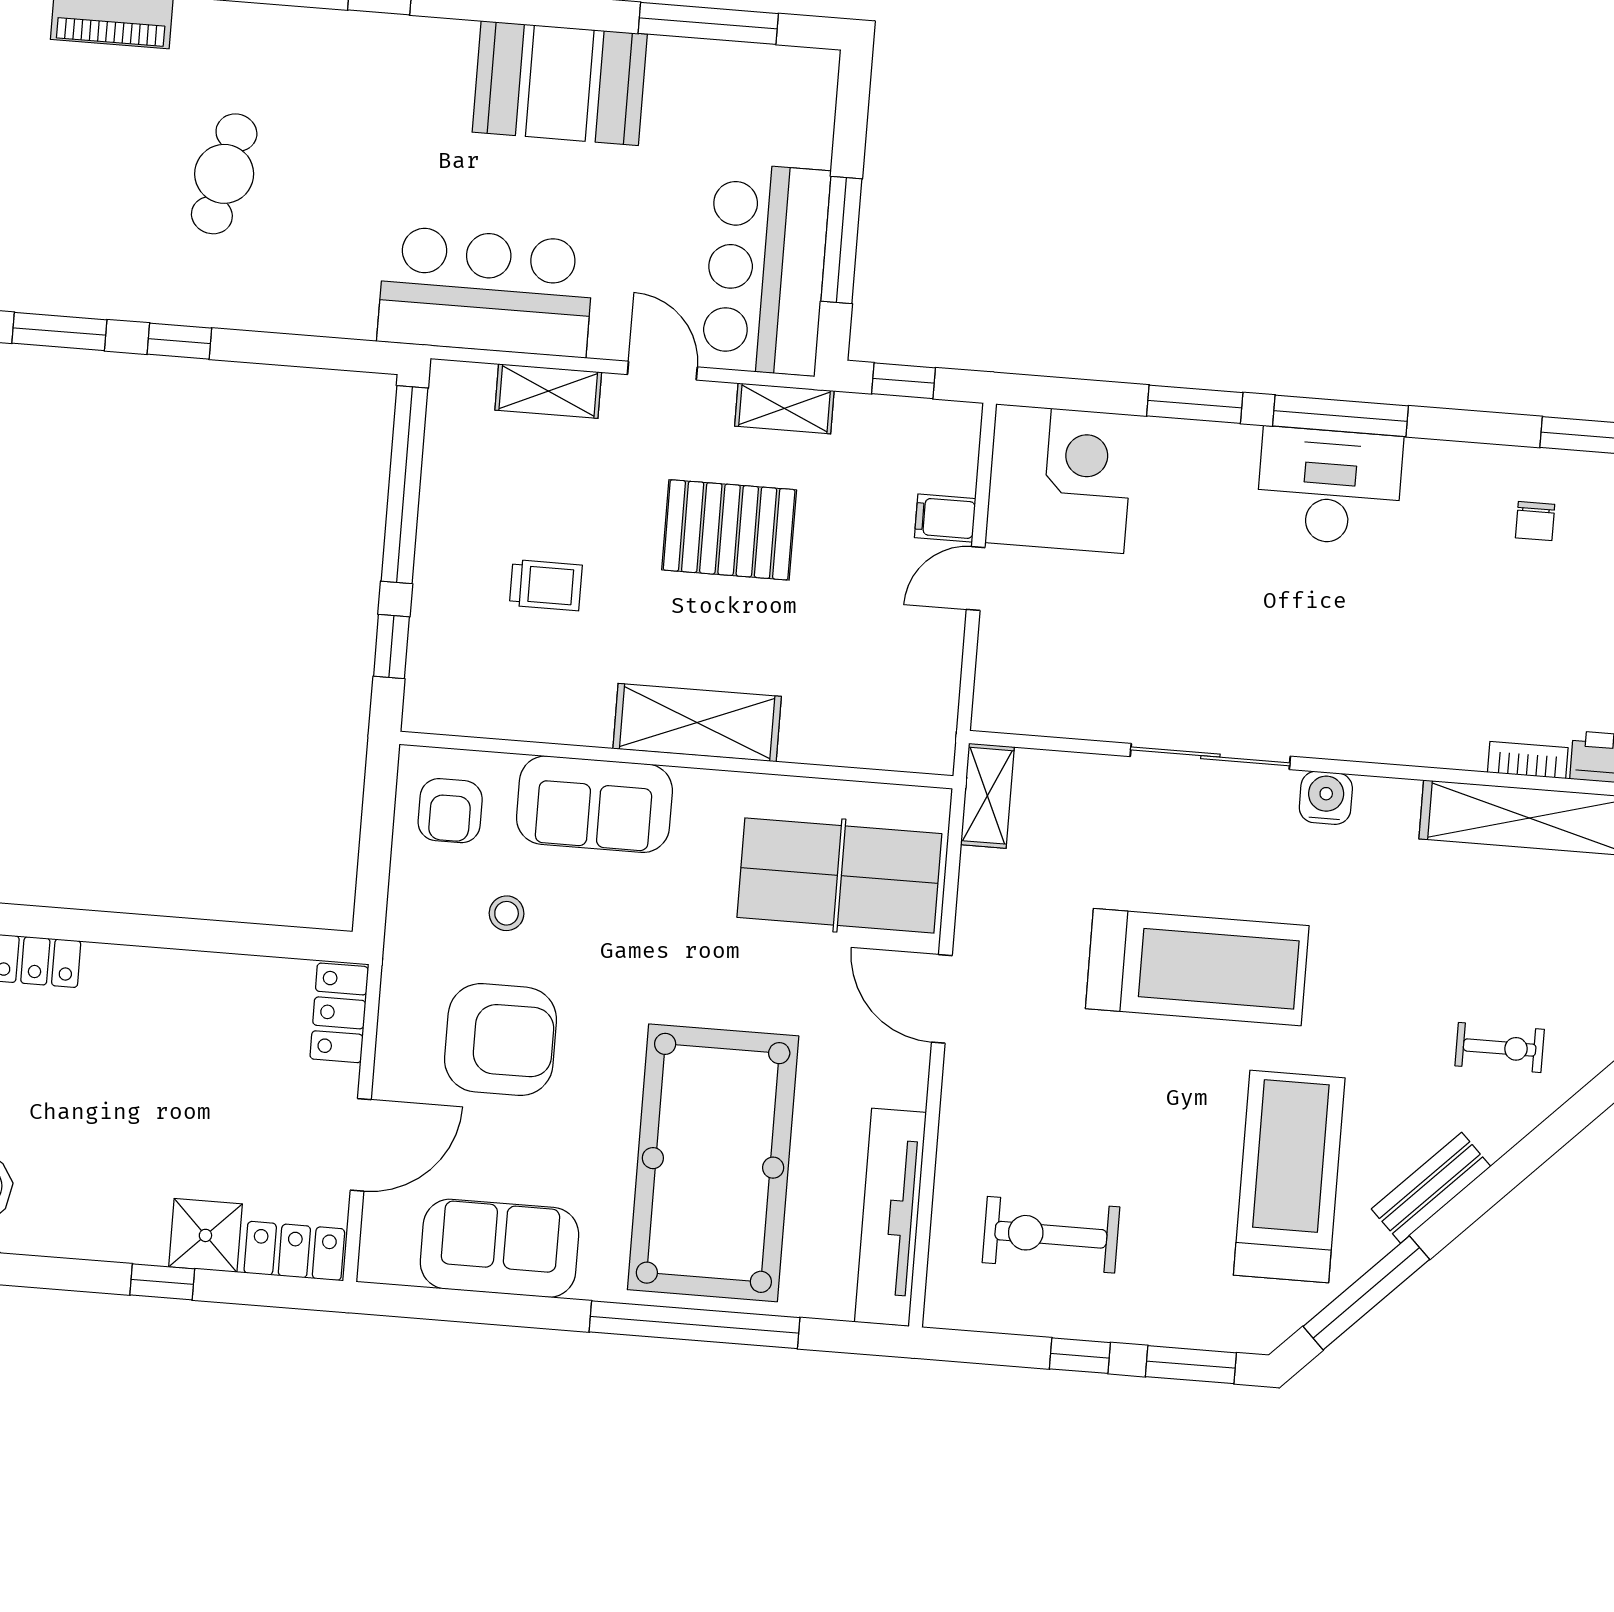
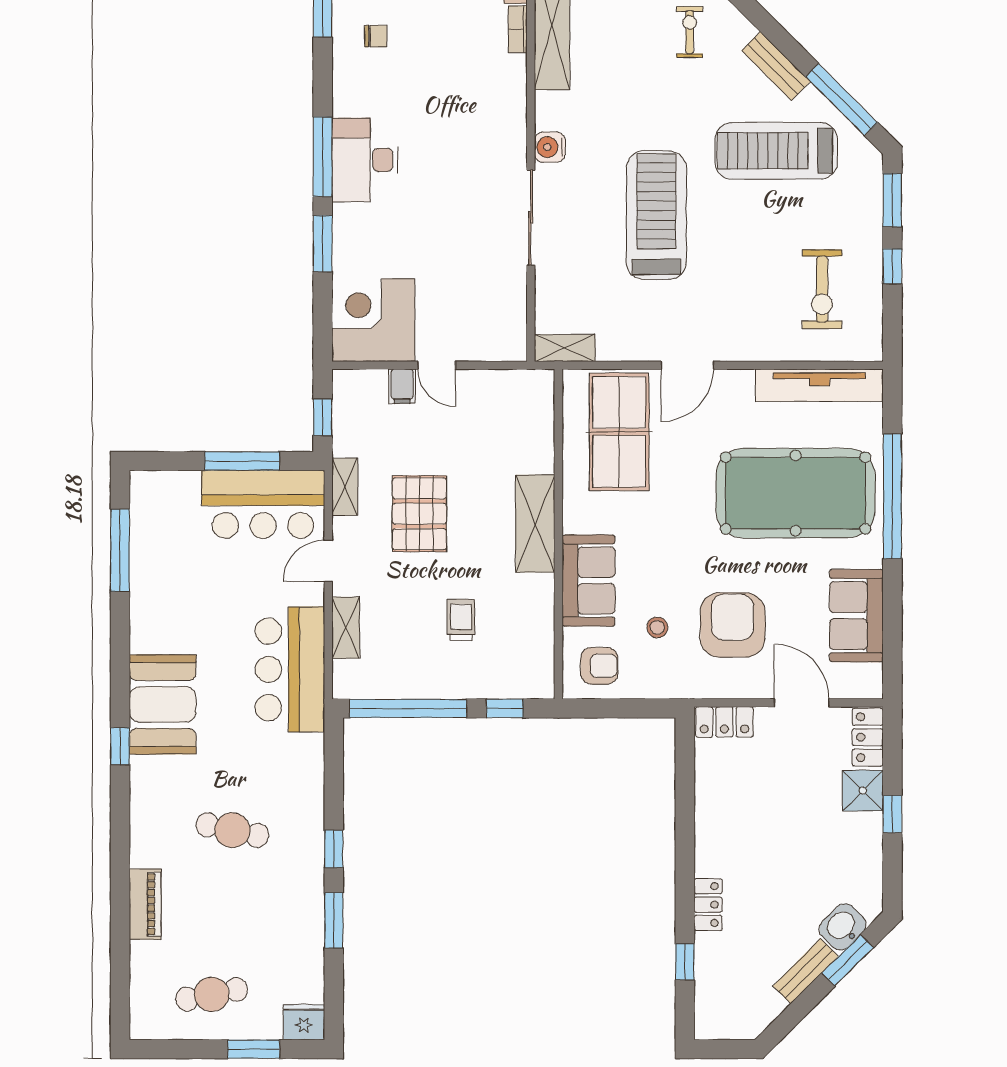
booth: (560, 83) -> (163, 704), moved

